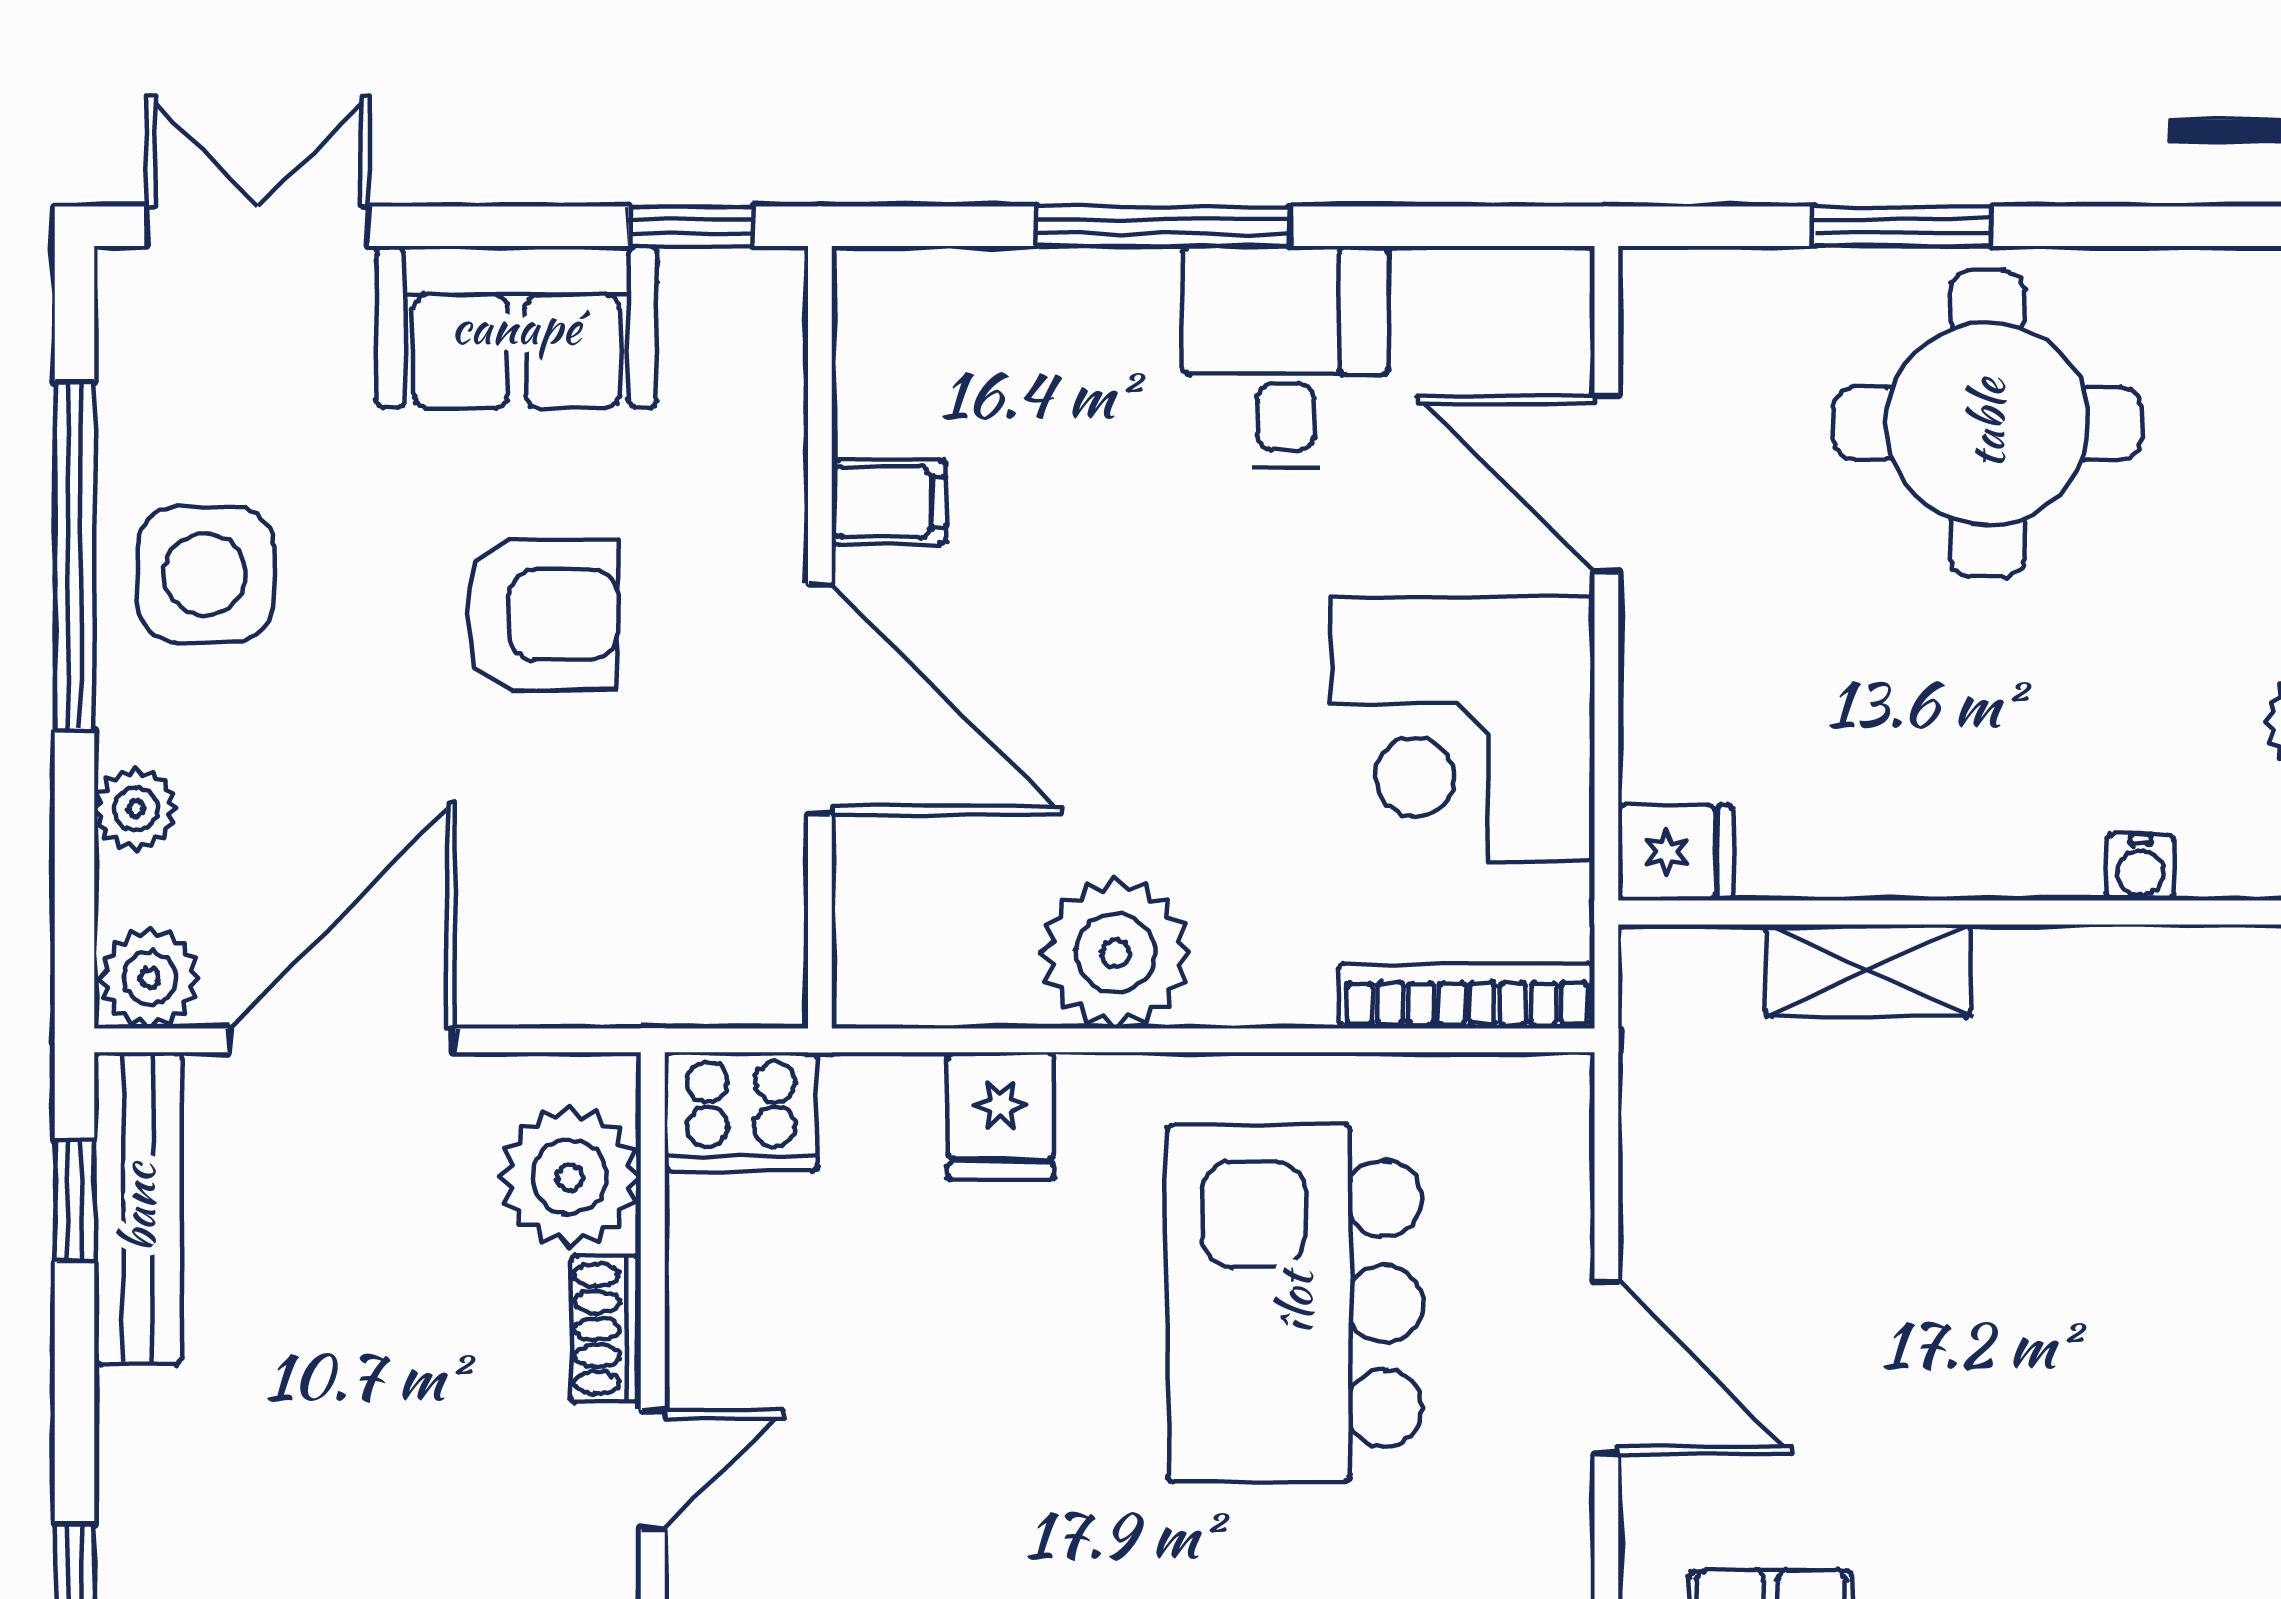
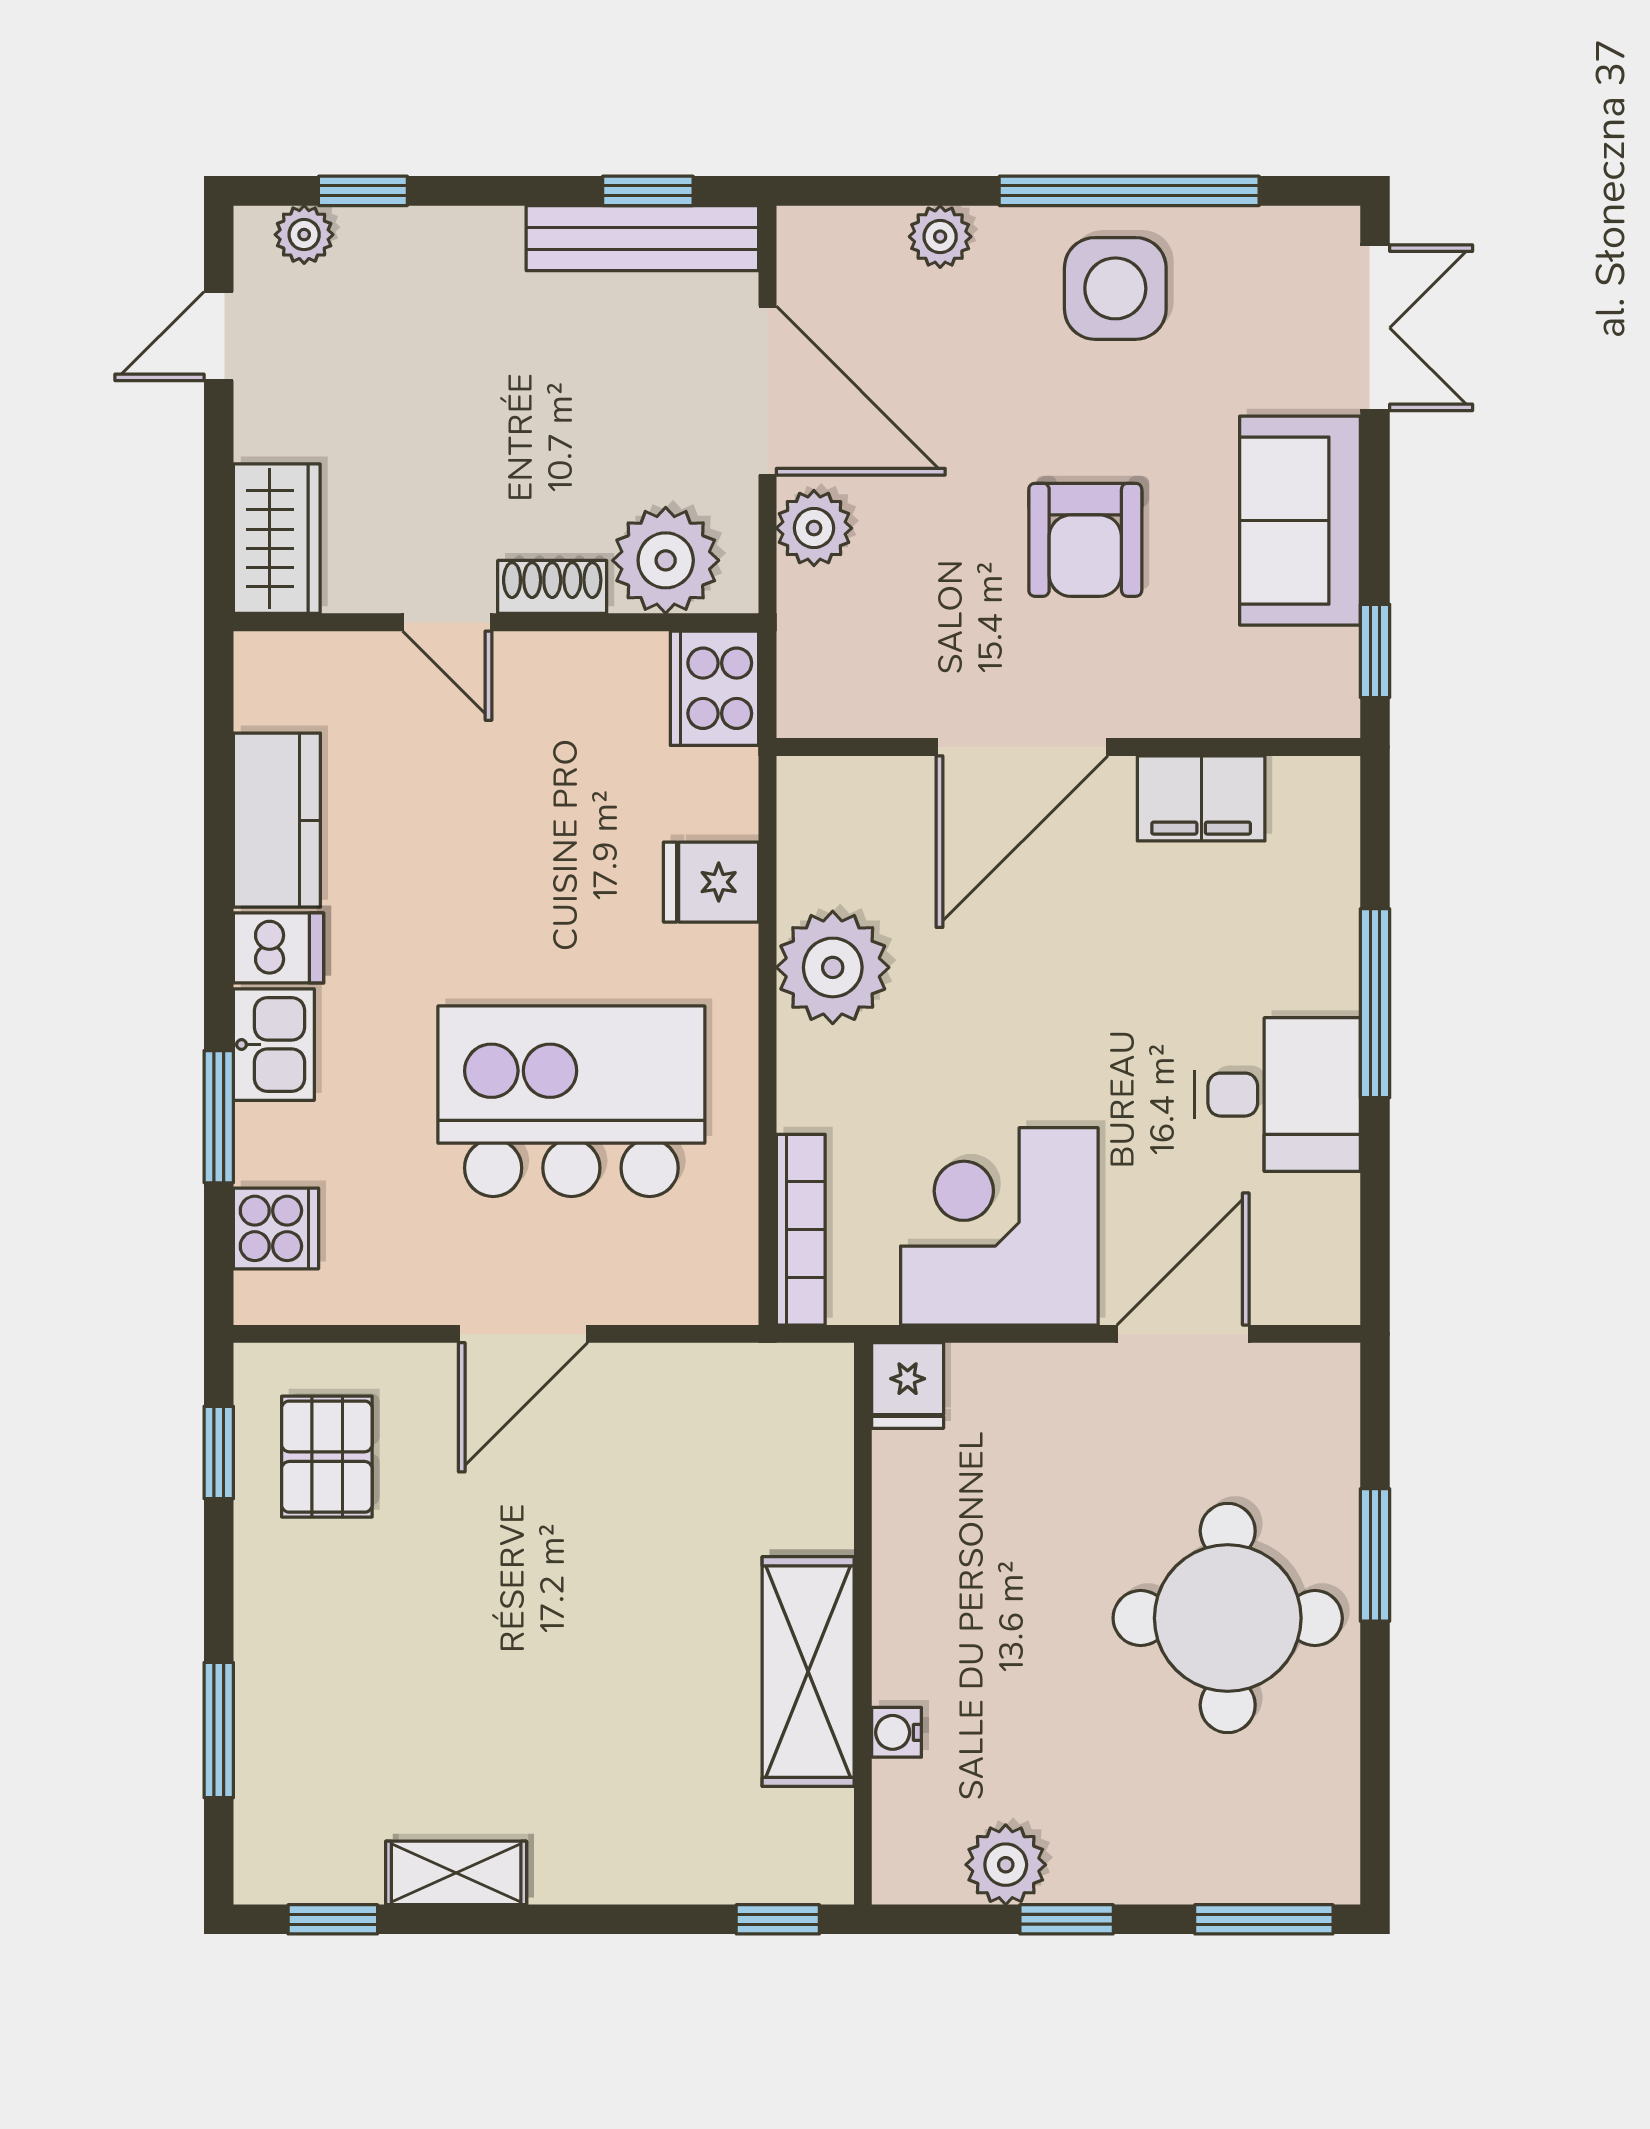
filing cabinet: (889, 502) -> (1201, 798), width x2.00
shelving: (1868, 971) -> (808, 1672), moved, width x1.50, depth x1.33
plant: (150, 978) -> (814, 528), moved

